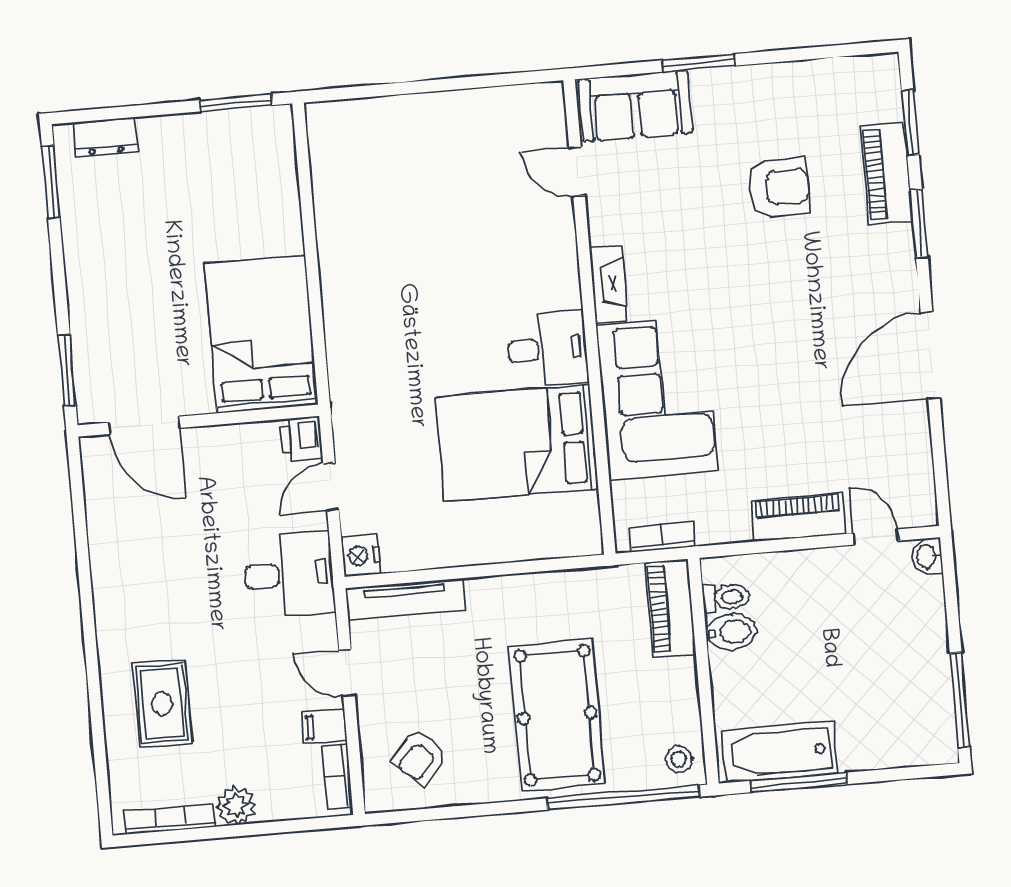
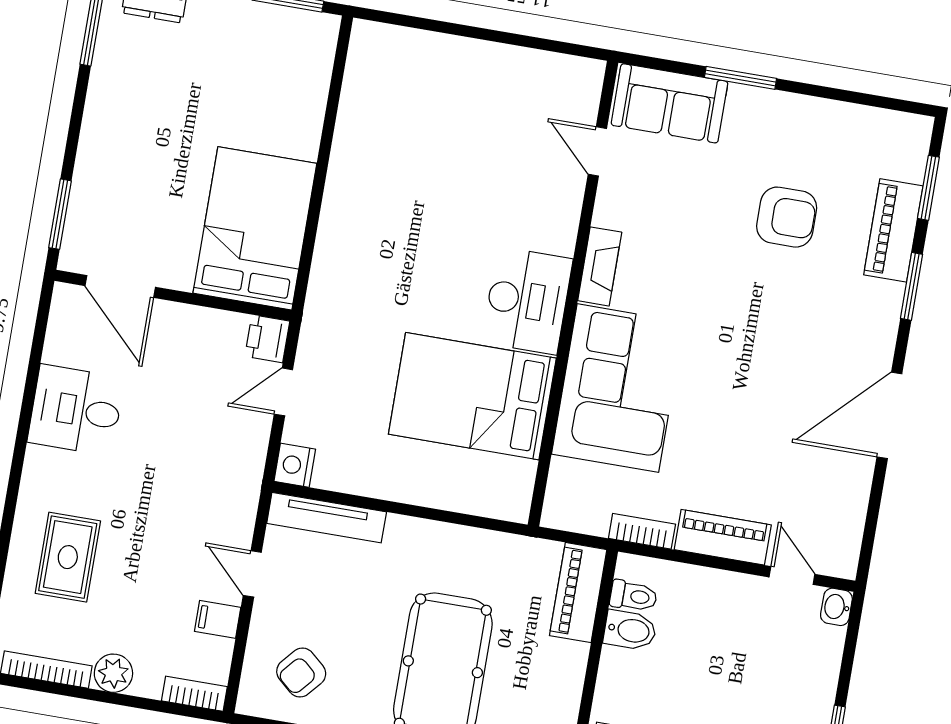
desk: (547, 349) -> (527, 301), width x1.37
bookcase: (662, 537) -> (642, 531), moved
desk: (289, 574) -> (76, 410), moved, turned 180
bookcase: (337, 776) -> (194, 694), moved, turned 90

